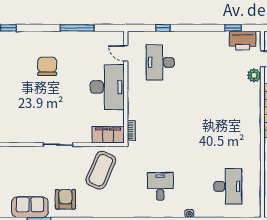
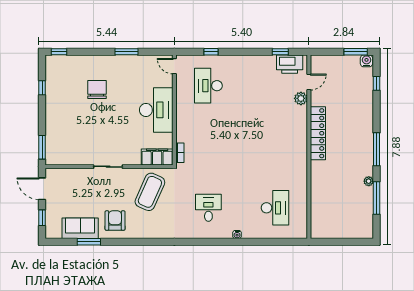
window: (77, 28) -> (127, 52), width x0.69
door: (126, 53) -> (174, 66), moved

